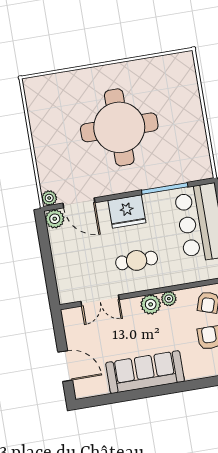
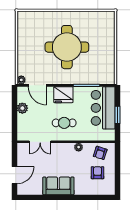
plant: (55, 219) -> (22, 108), moved
plant: (151, 304) -> (68, 149), removed
door: (65, 366) -> (14, 175), hinge flipped
sofa: (145, 372) -> (58, 186), width x0.73

